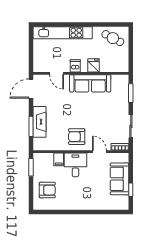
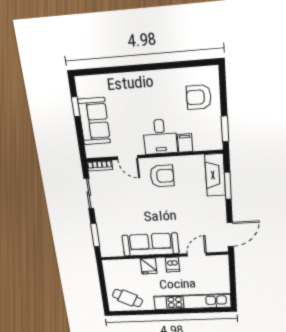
door: (57, 73) -> (197, 254), hinge flipped
fireplace: (39, 122) -> (215, 175), moved

